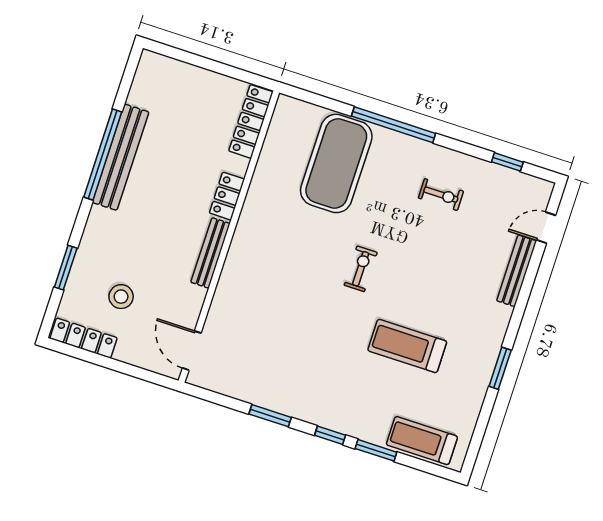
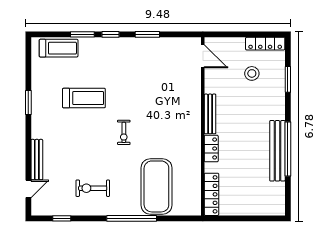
exercise bike: (441, 195) -> (93, 188), width x1.38, depth x1.39

